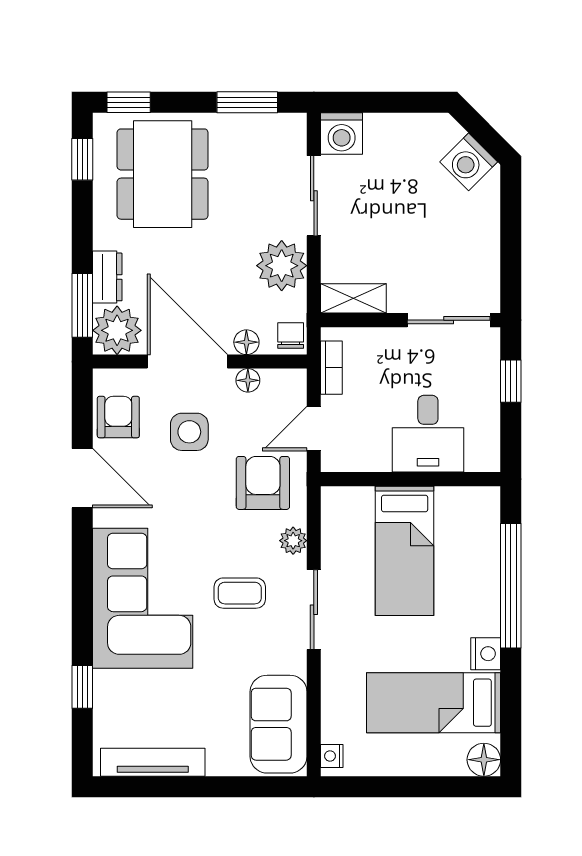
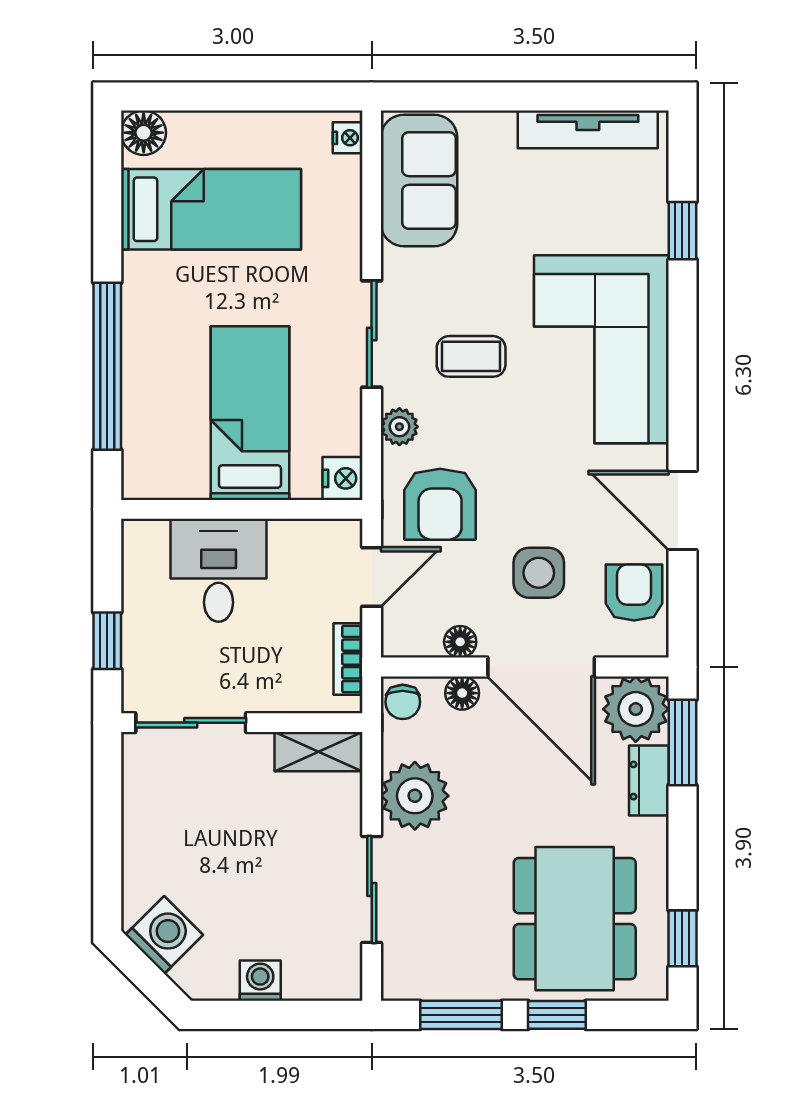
window: (129, 102) -> (557, 1015), moved
washing machine: (342, 134) -> (260, 981), moved, width x0.73, depth x0.73
armchair: (118, 417) -> (634, 593), turned 180
nightstand: (486, 654) -> (343, 478), moved, turned 180

